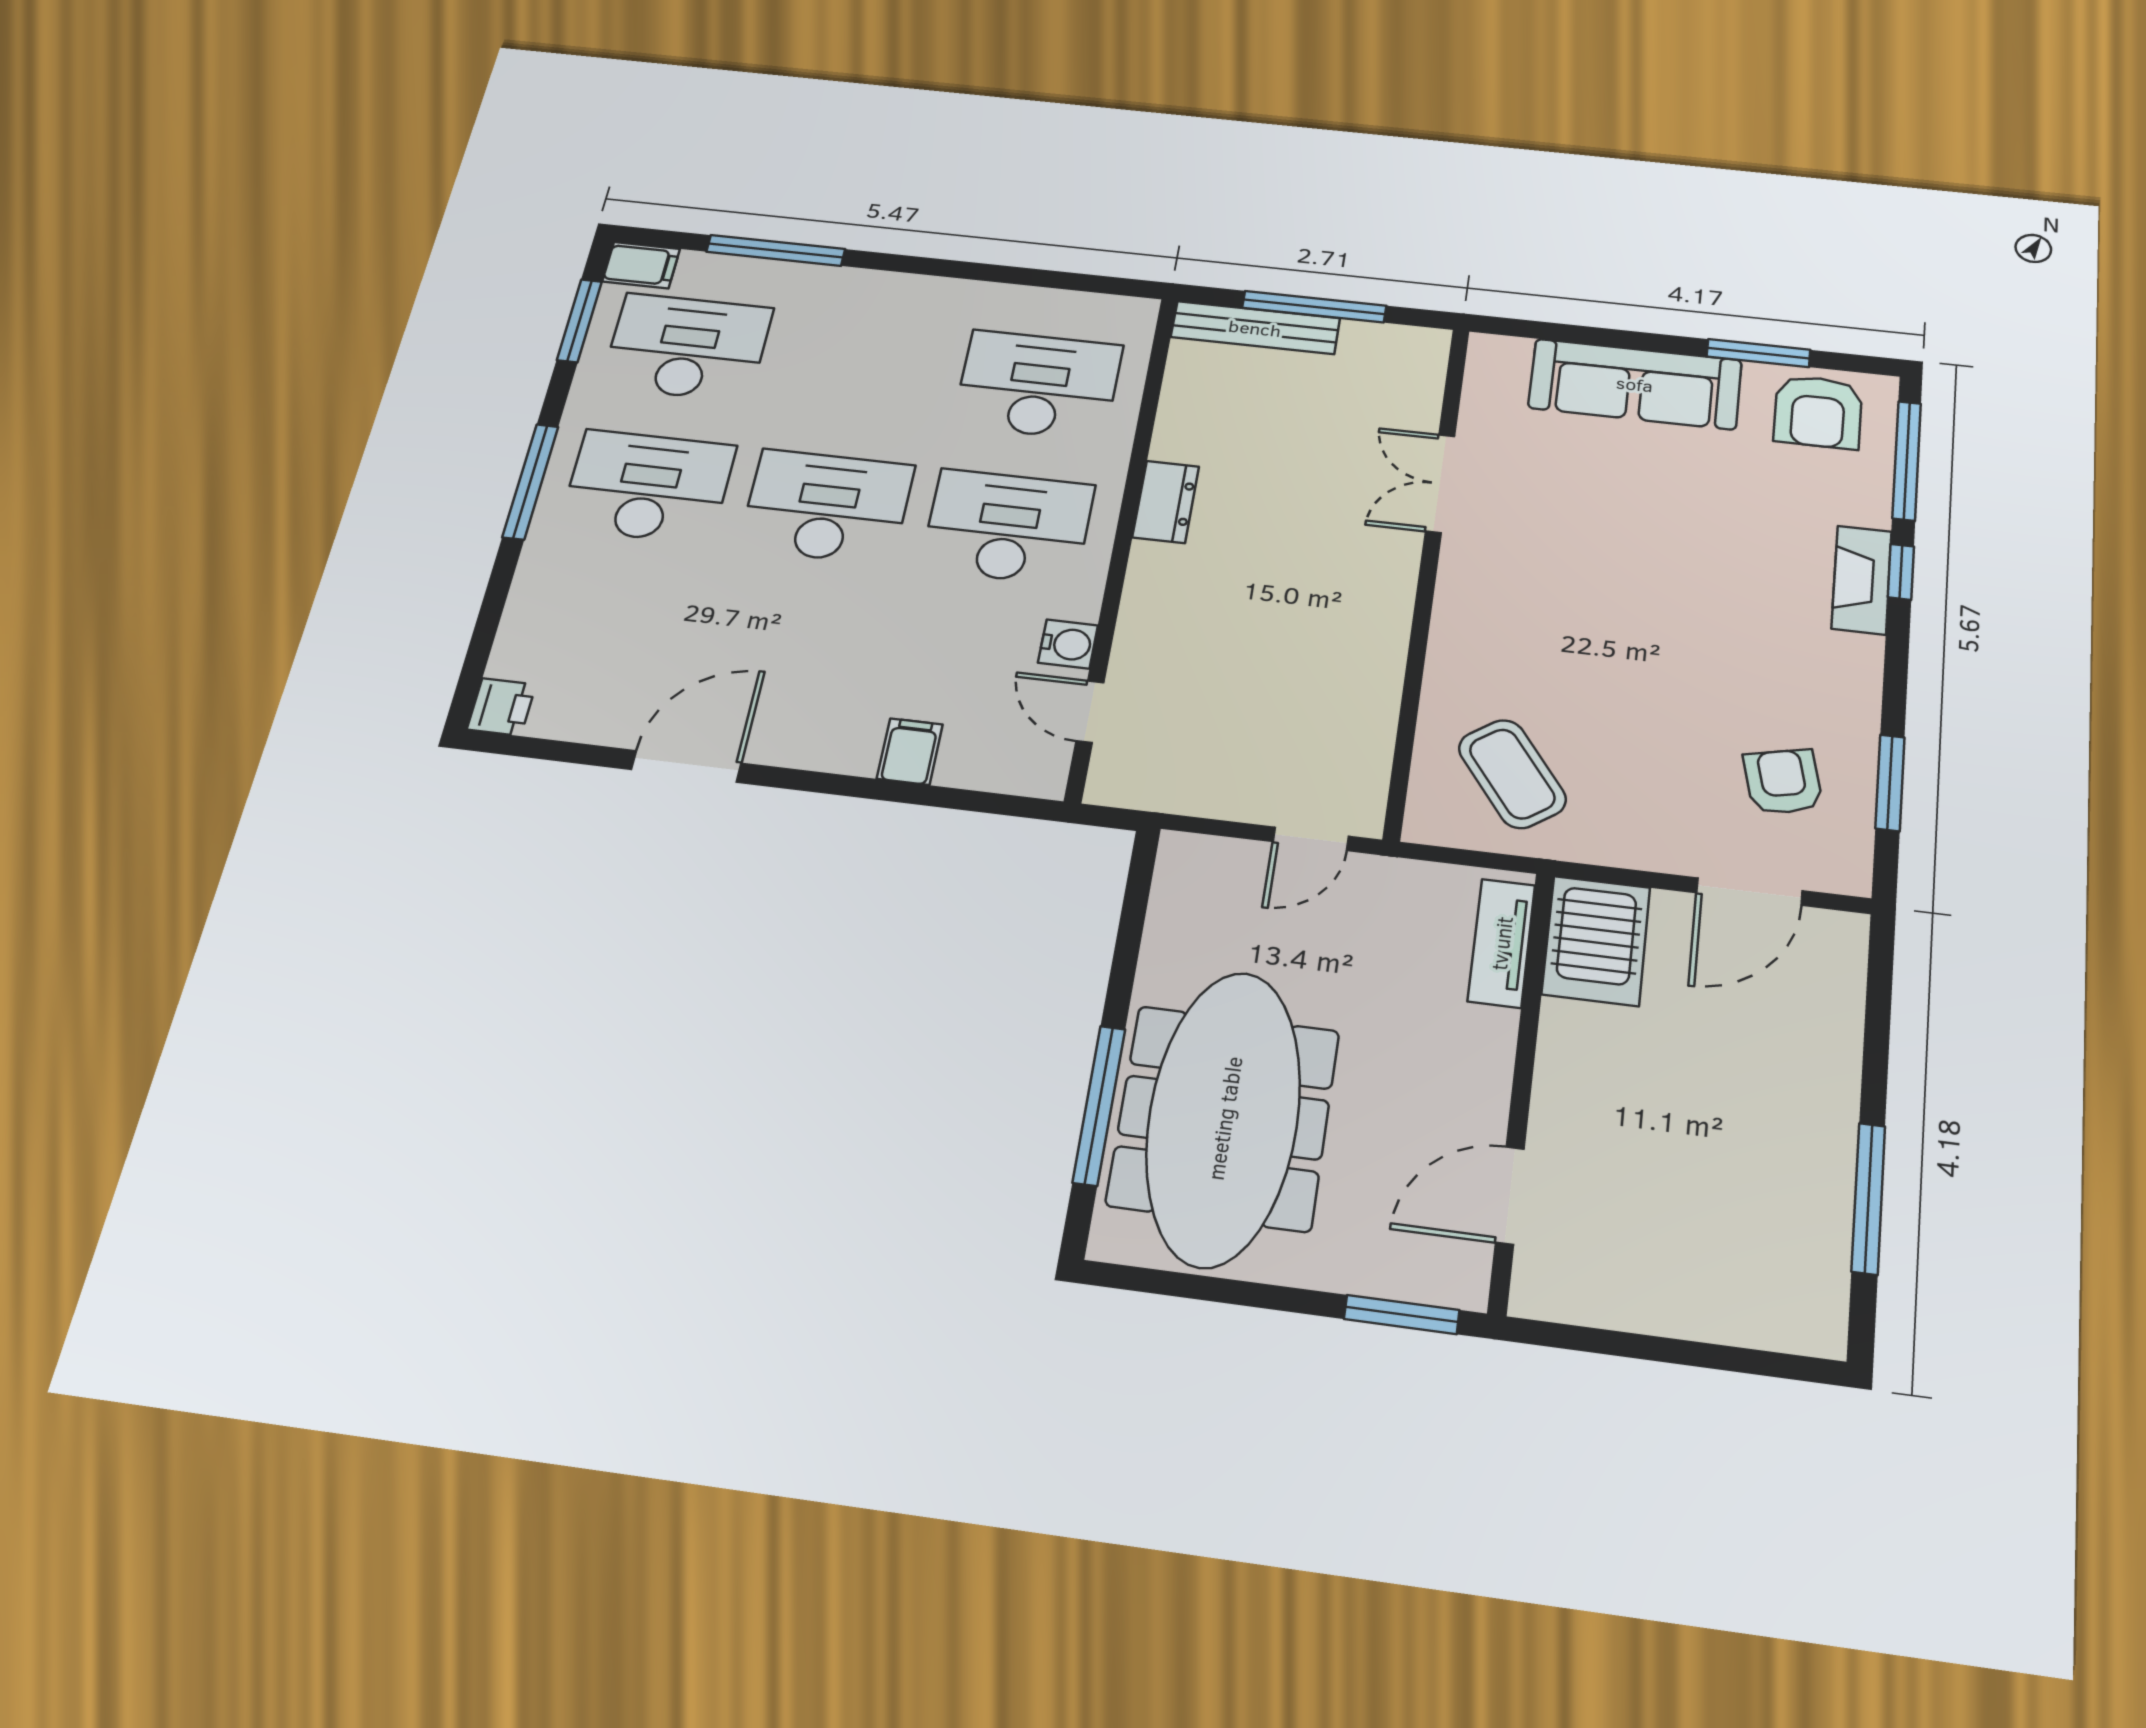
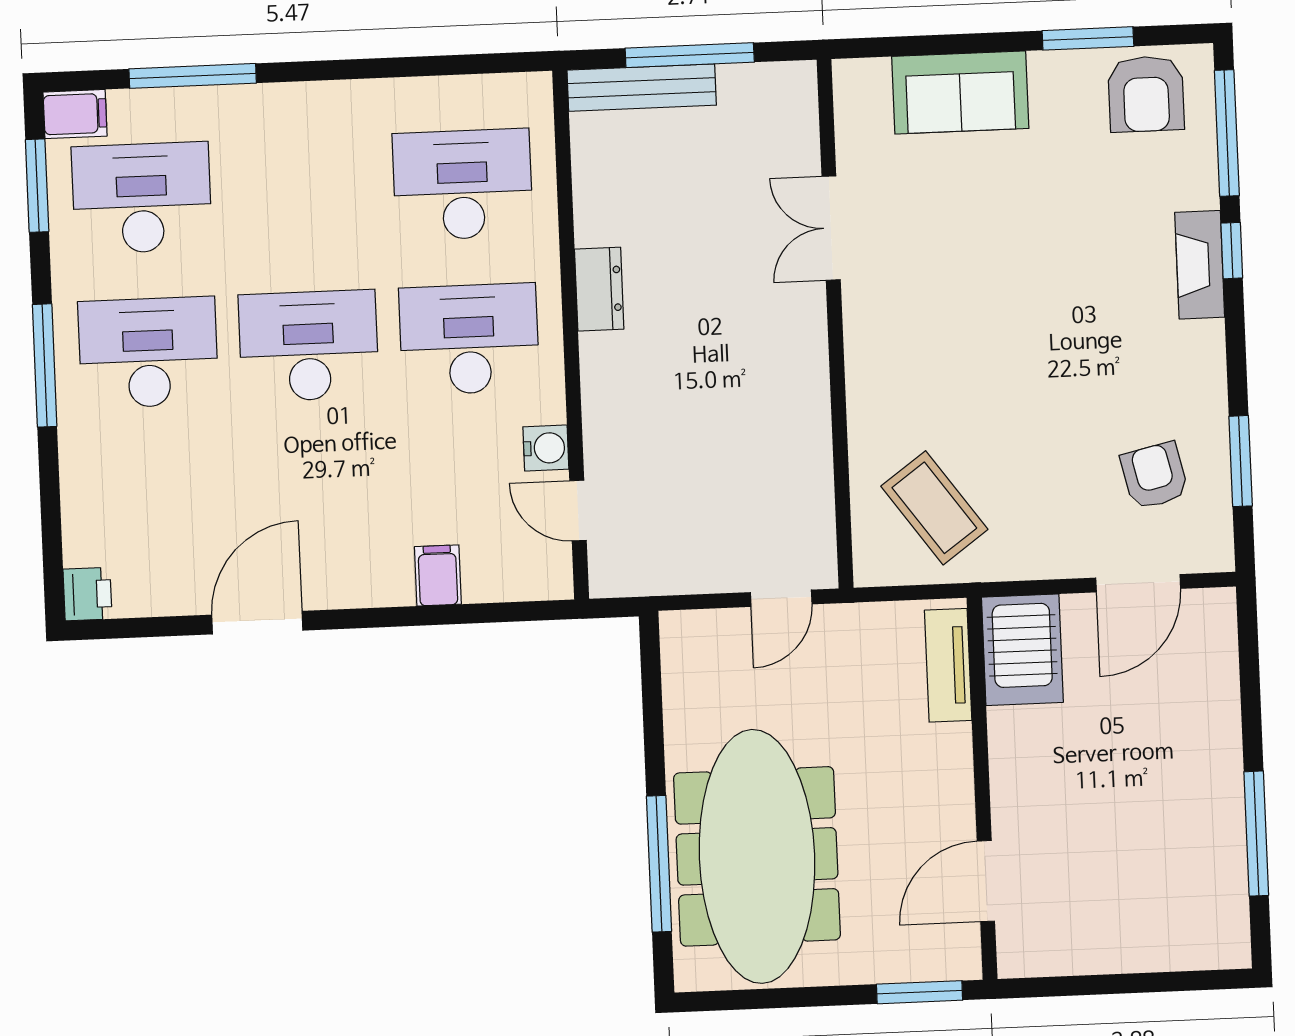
sofa: (1635, 384) -> (960, 92), width x0.73

